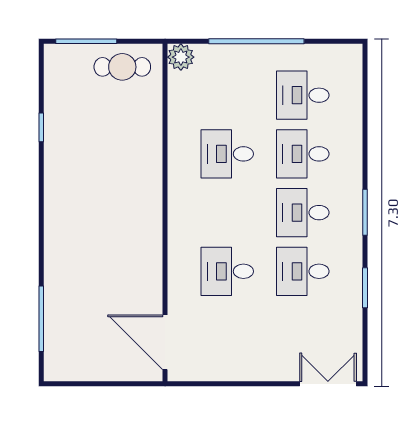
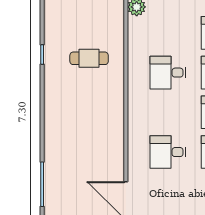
cafe table: (122, 67) -> (89, 58), moved

